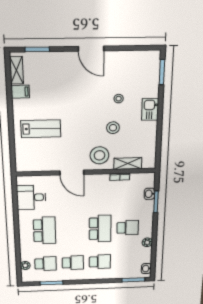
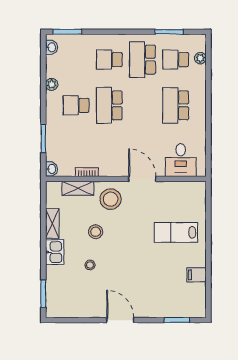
shelving: (16, 70) -> (52, 223), moved
washbasin: (149, 194) -> (51, 169), moved
desk: (31, 197) -> (181, 160), moved, turned 90
school desk: (73, 263) -> (142, 60), width x1.85

